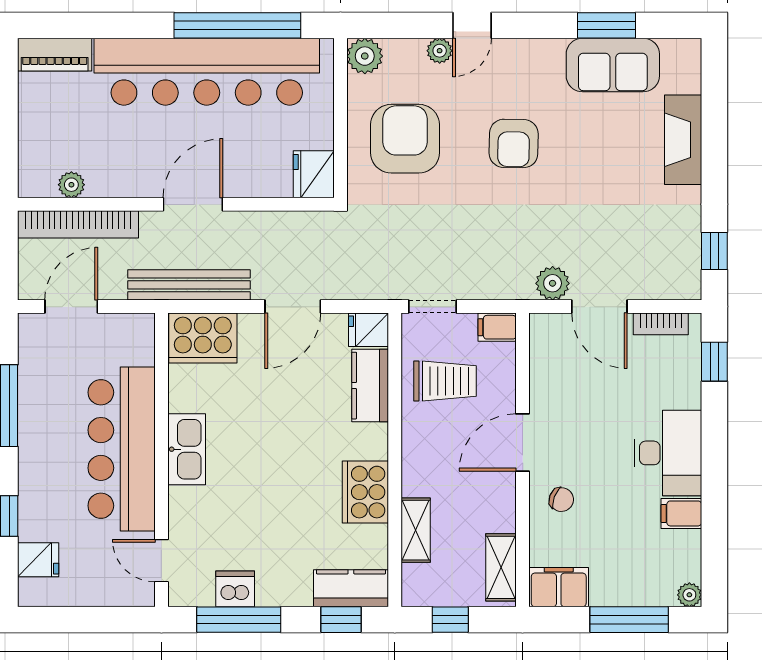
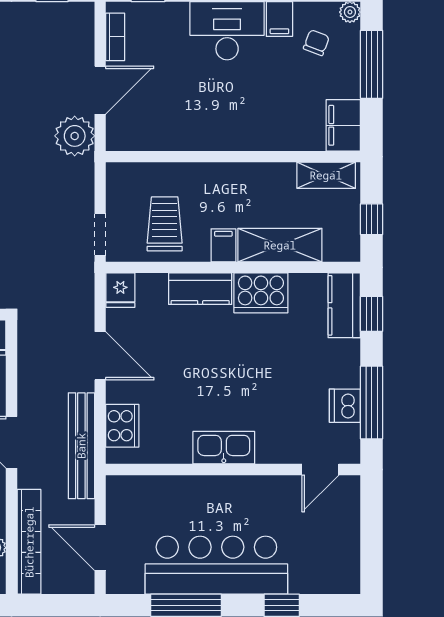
plant: (553, 283) -> (75, 136), width x1.36, depth x1.36
filing cabinet: (497, 327) -> (223, 245), moved, turned 180
cooker: (203, 338) -> (122, 426), width x0.73, depth x0.76
kitchen counter: (370, 386) -> (200, 289), moved
door: (523, 443) -> (218, 157), removed
bar counter: (122, 449) -> (216, 565), moved, turned 180
chair: (561, 500) -> (316, 43), moved
shelving: (416, 530) -> (280, 245), width x1.50, depth x1.33
fridge: (38, 560) -> (320, 576), removed

